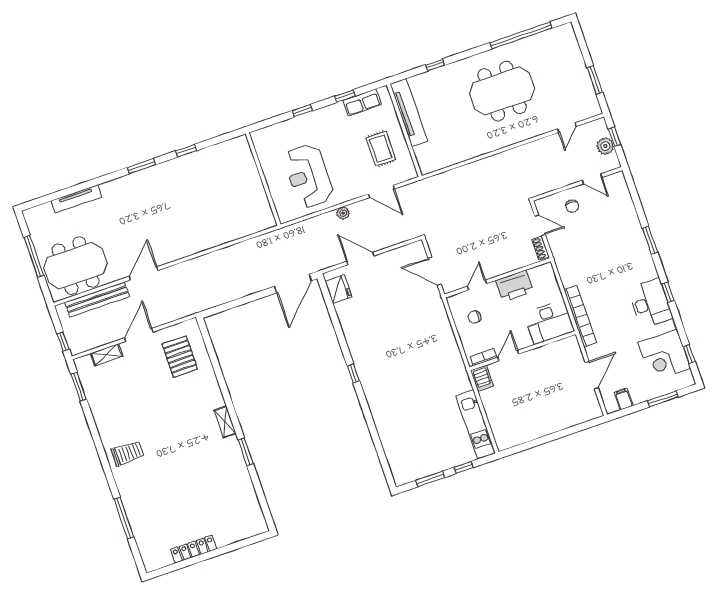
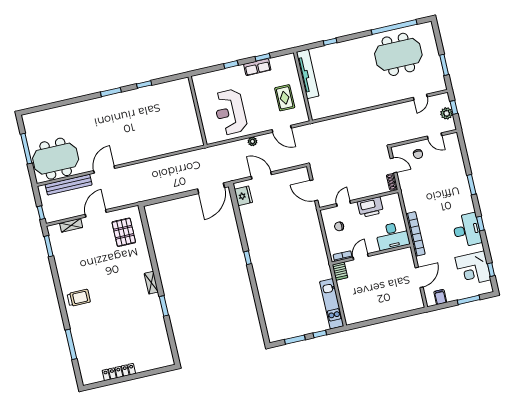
meeting table: (502, 91) -> (398, 54), moved
row of seats: (362, 102) -> (257, 67), moved
tv unit: (76, 199) -> (61, 111), removed

